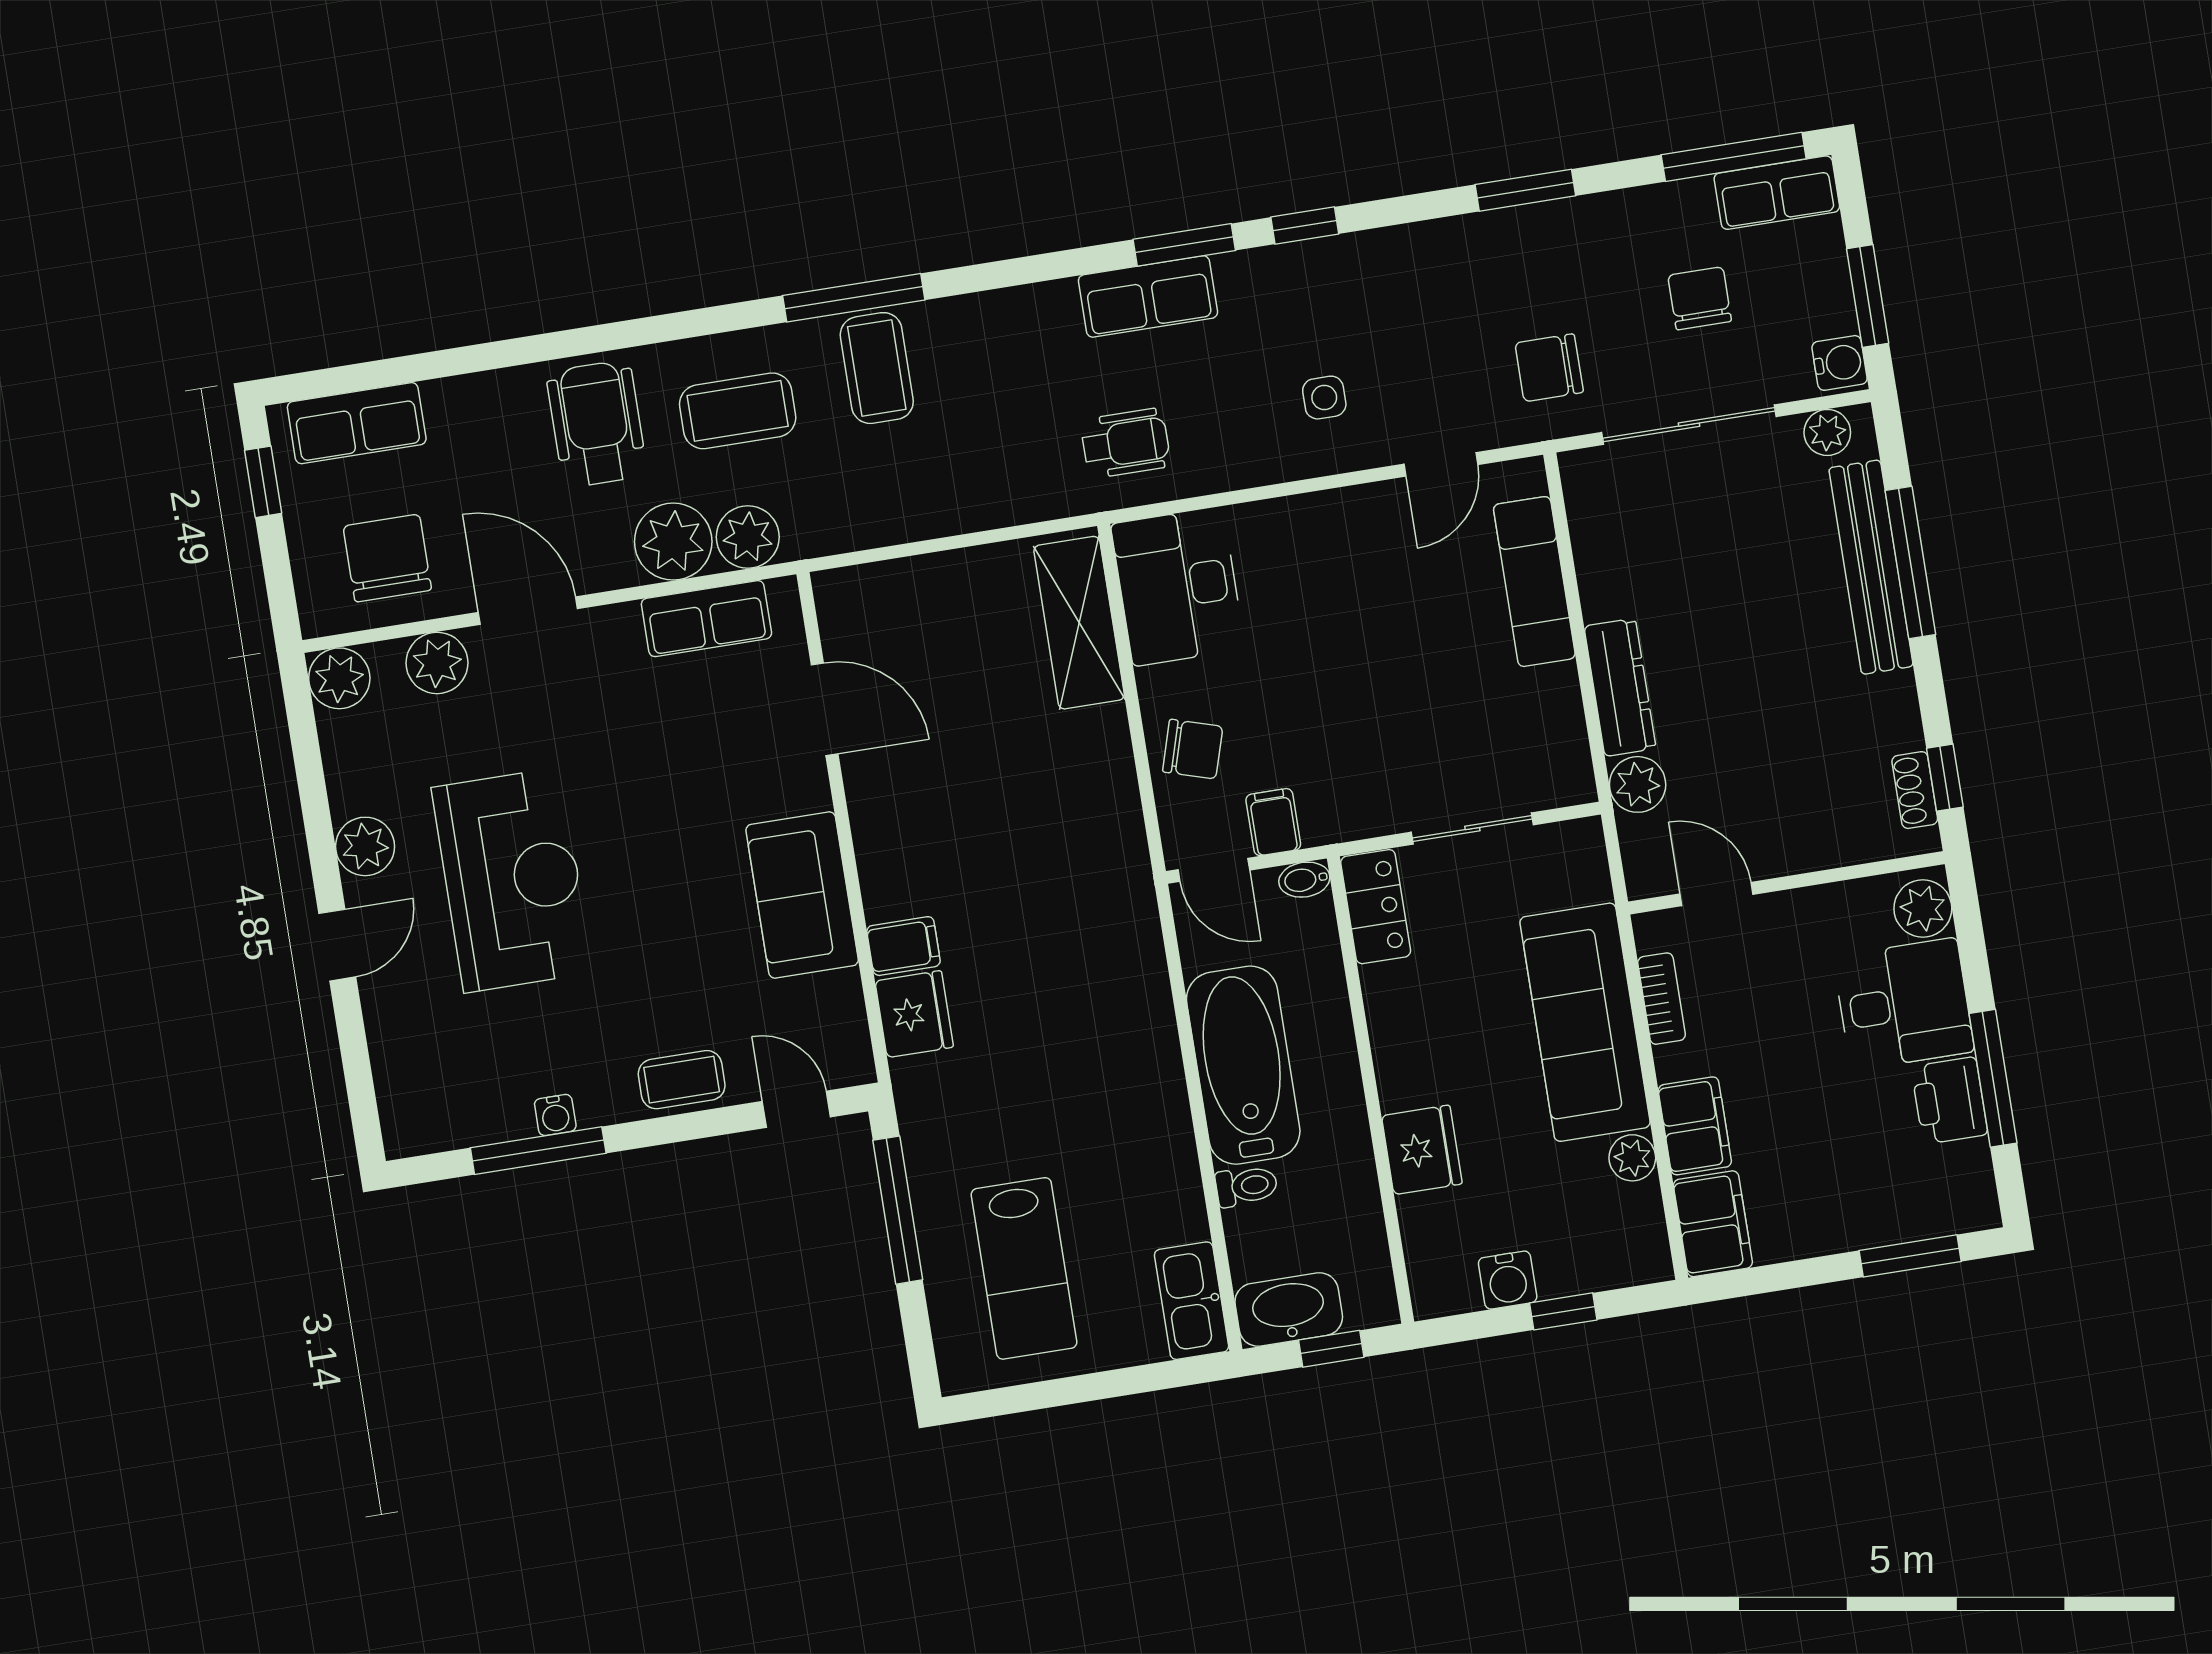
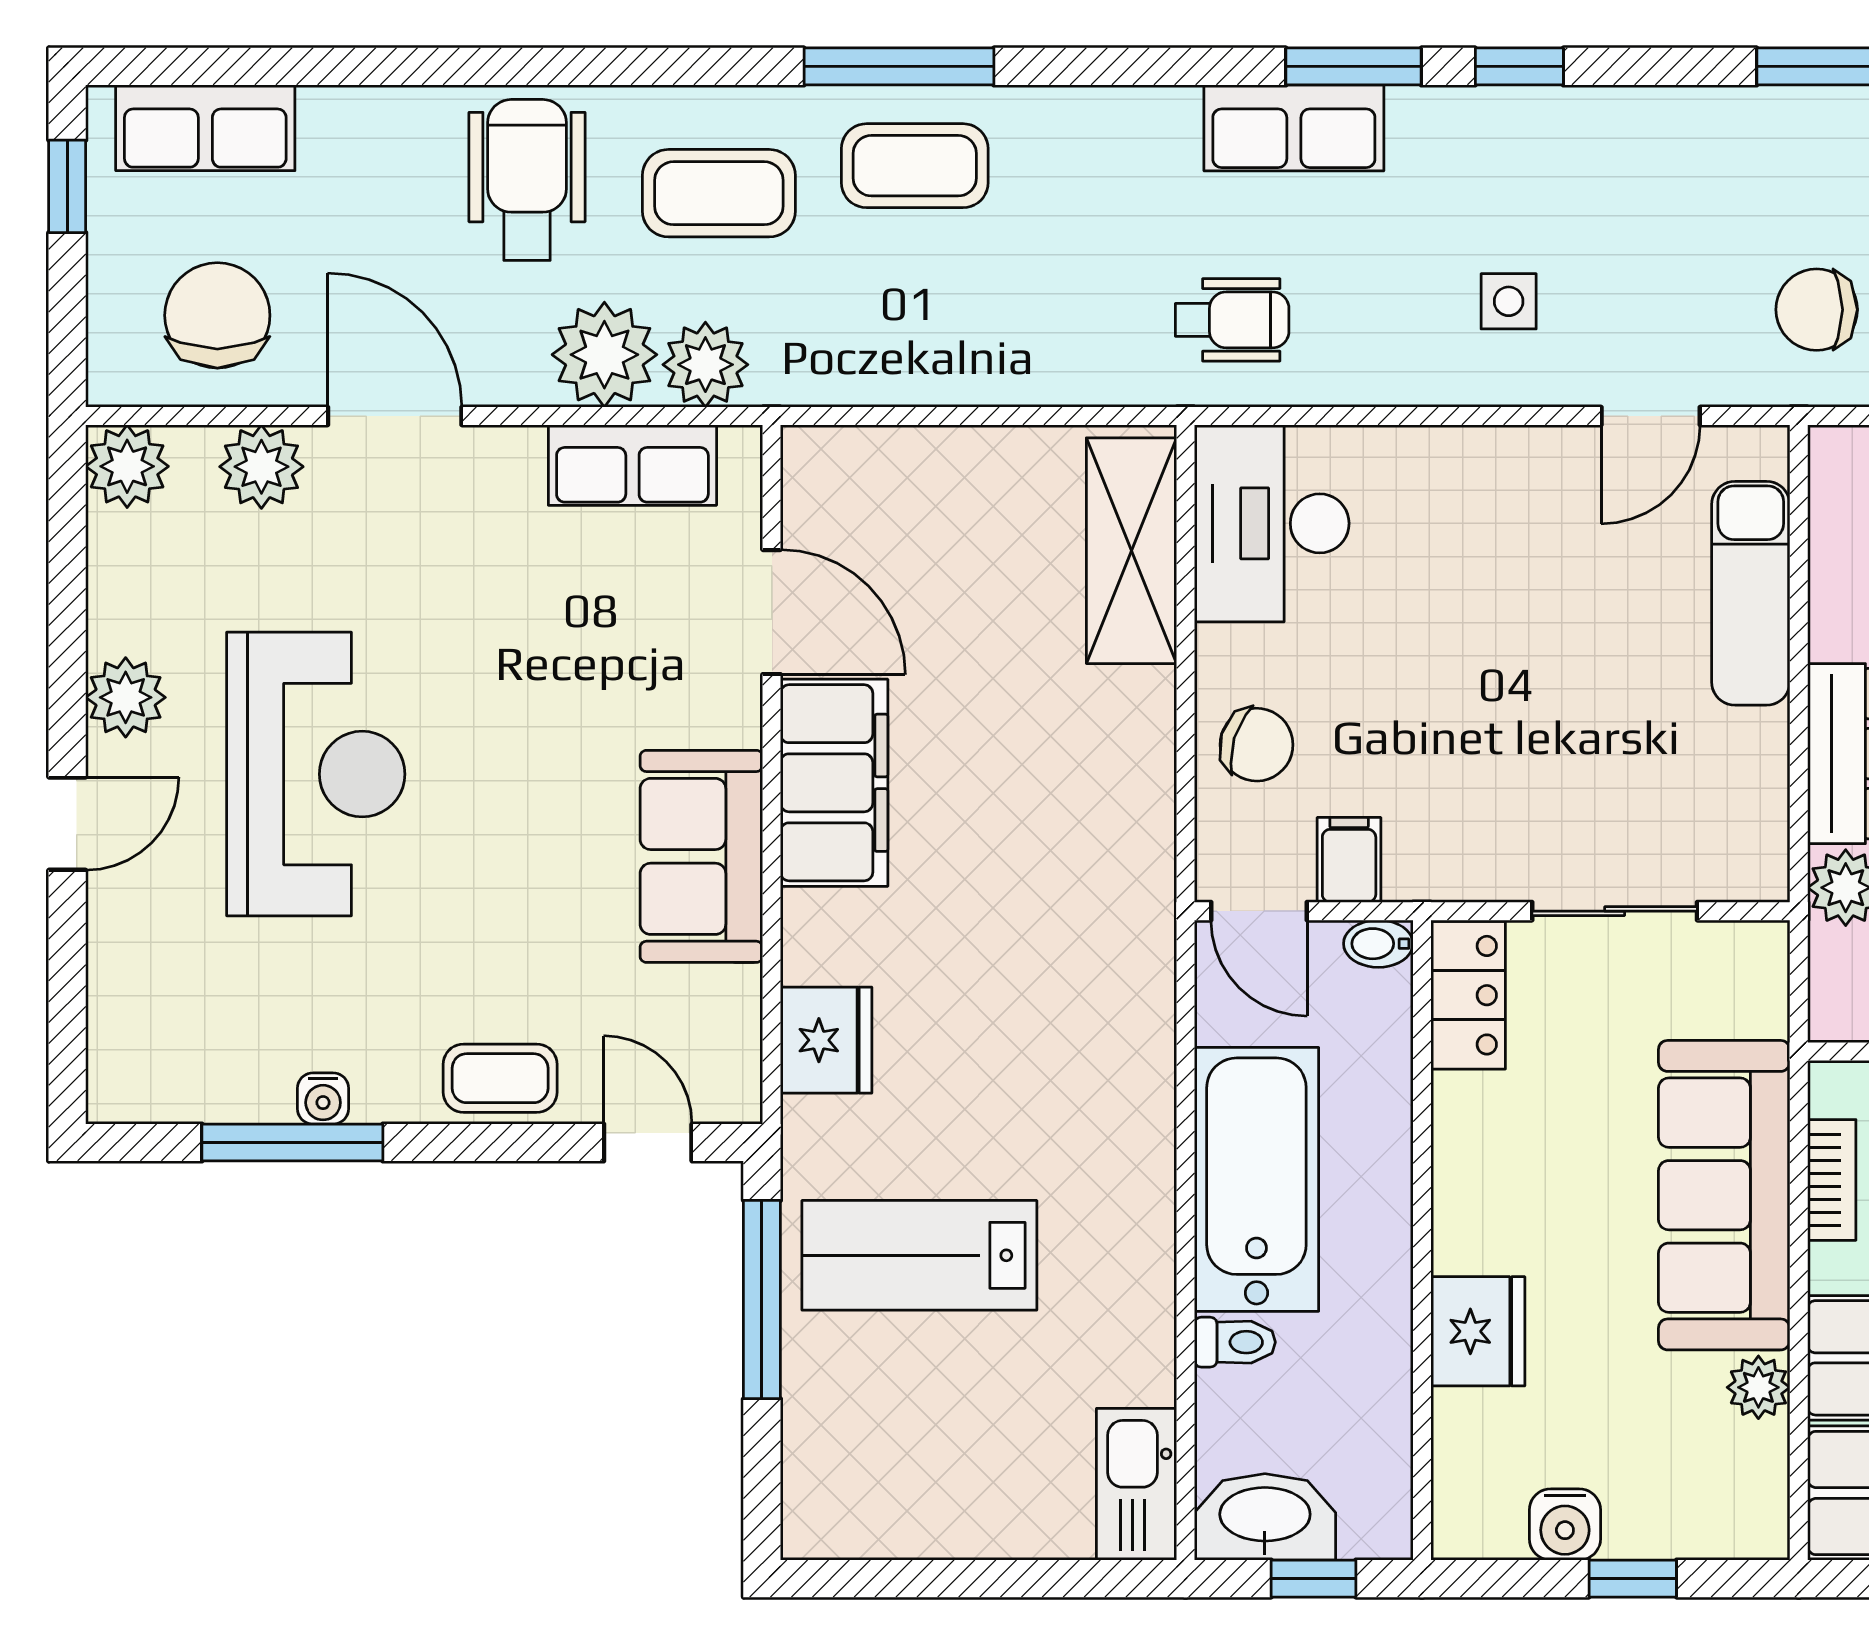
coffee table: (877, 368) -> (915, 166), turned 90
filing cabinet: (904, 946) -> (834, 783), moved, width x3.00, depth x1.17
lab bench: (1024, 1268) -> (919, 1255), moved, turned 90

